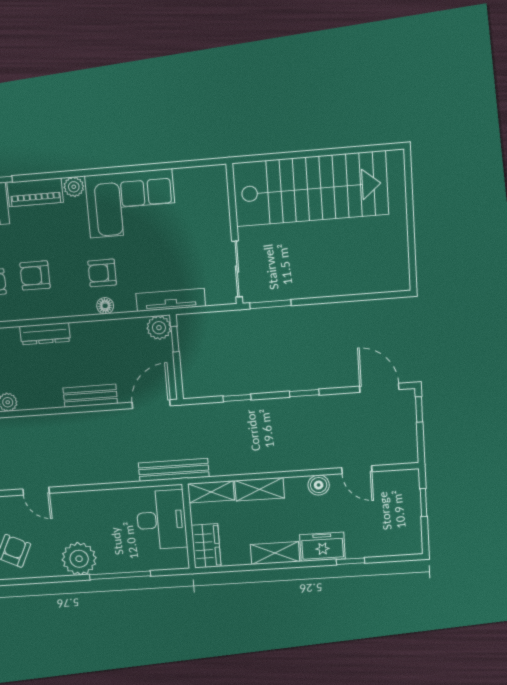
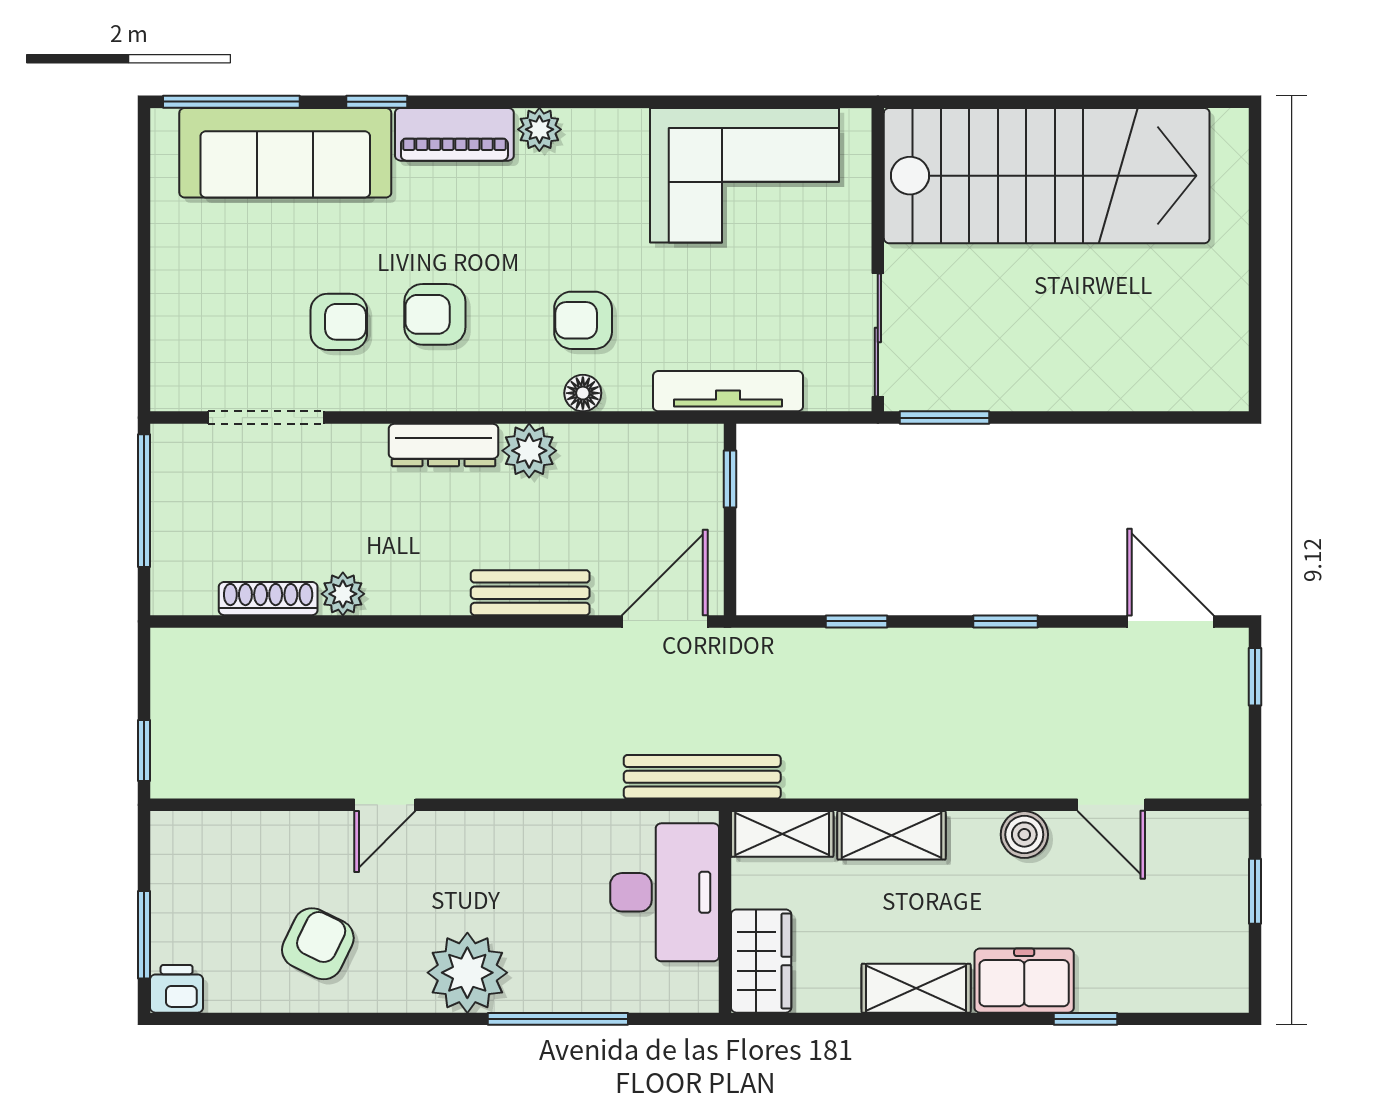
corner sofa: (131, 203) -> (745, 175), moved
plant: (159, 328) -> (529, 451), moved
door: (36, 491) -> (385, 805), hinge flipped

